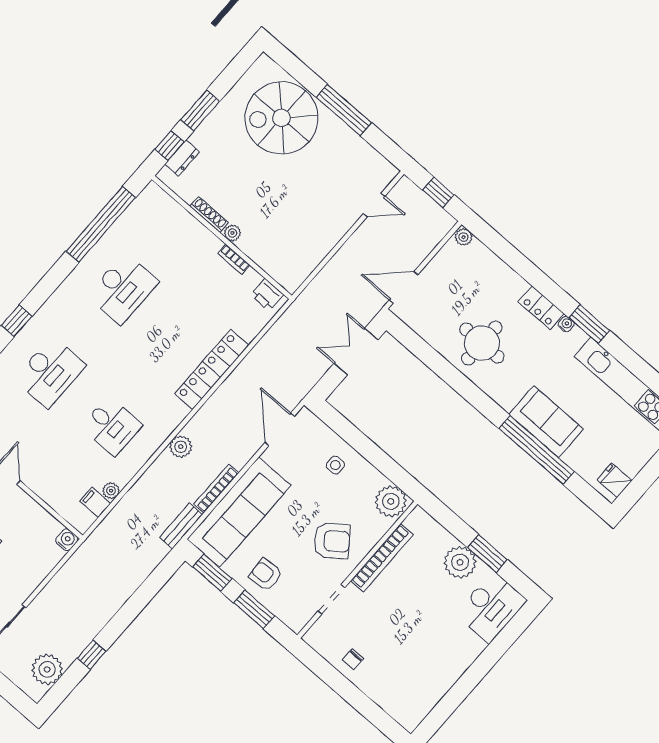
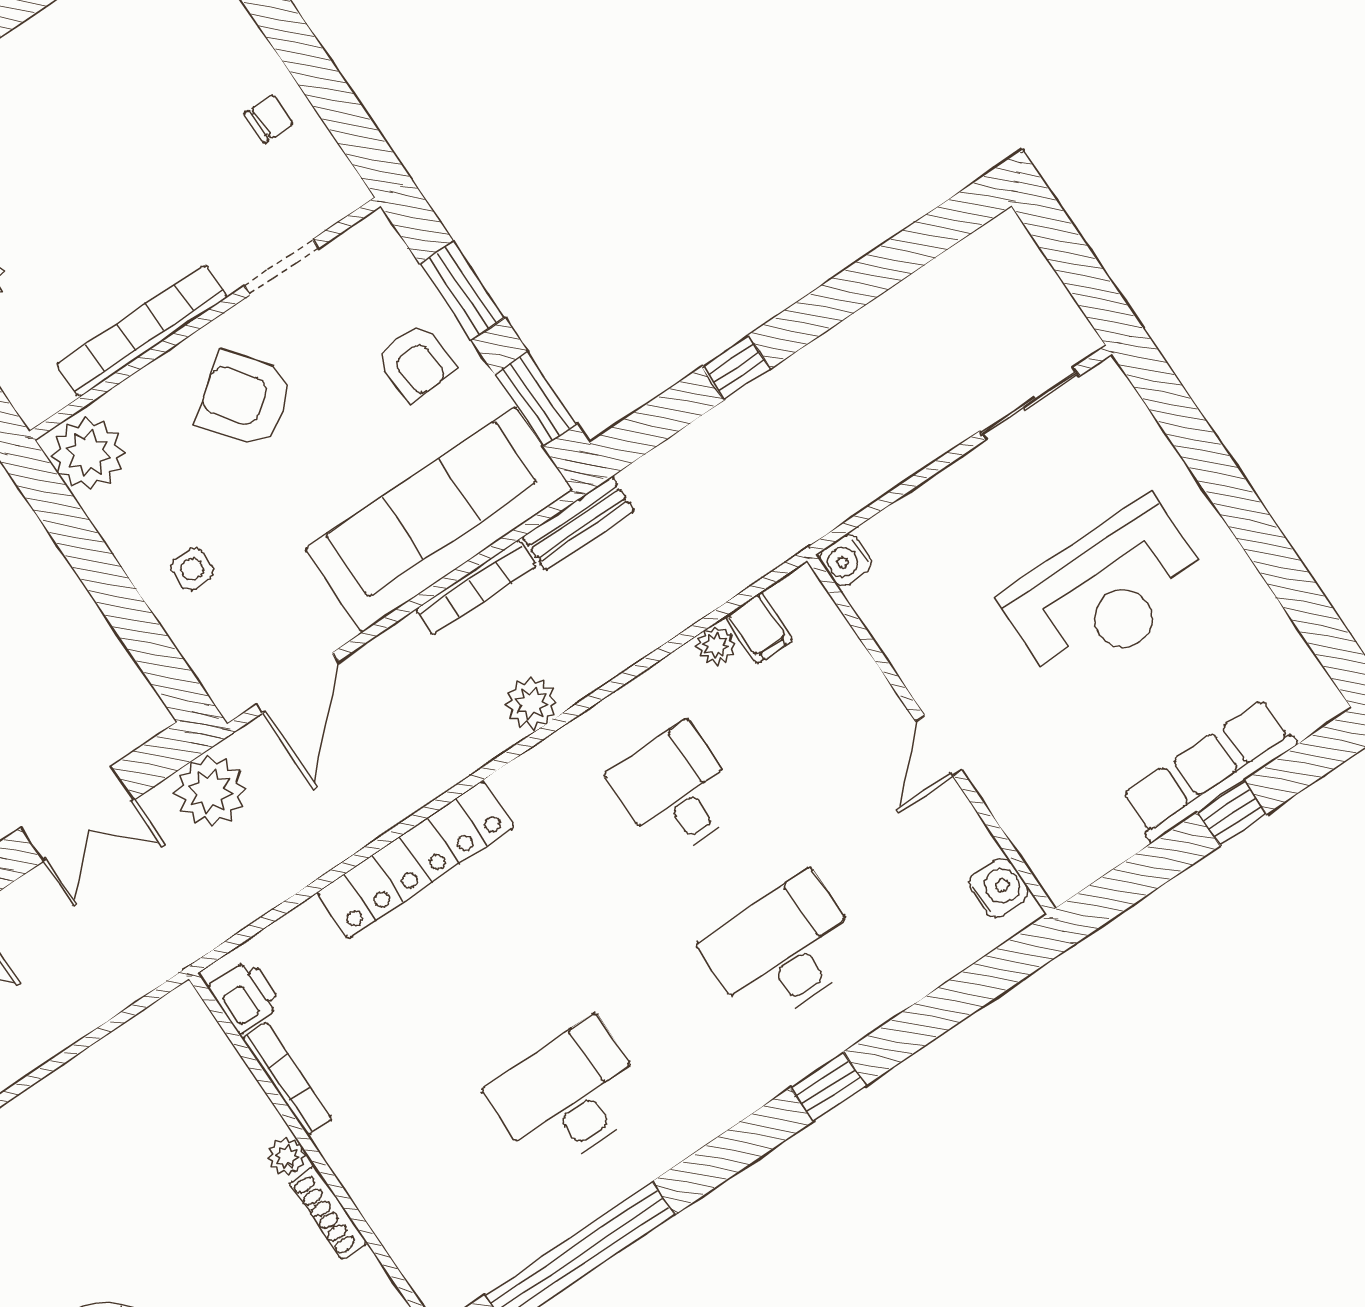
bookcase: (234, 259) -> (287, 1079), width x1.56
window: (92, 655) -> (736, 368), moved
plant: (47, 669) -> (210, 791), moved

